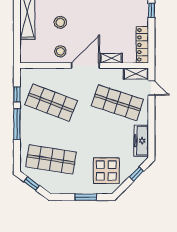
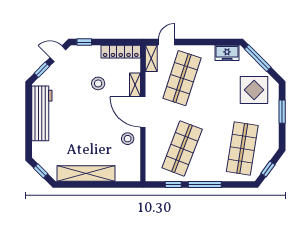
stool: (60, 22) -> (98, 83), moved
freezer: (141, 141) -> (227, 53), width x0.71
window: (136, 174) -> (258, 58), width x2.17

